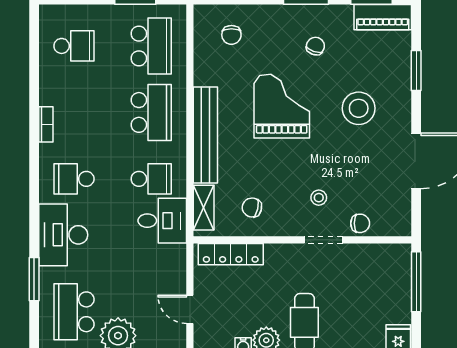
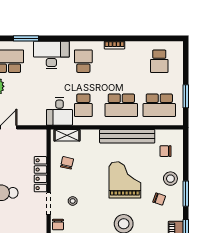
stool: (280, 26) -> (170, 179), added
grand piano: (282, 106) -> (125, 180), turned -90
bench: (205, 135) -> (127, 136), moved
locker: (231, 254) -> (40, 174), moved

